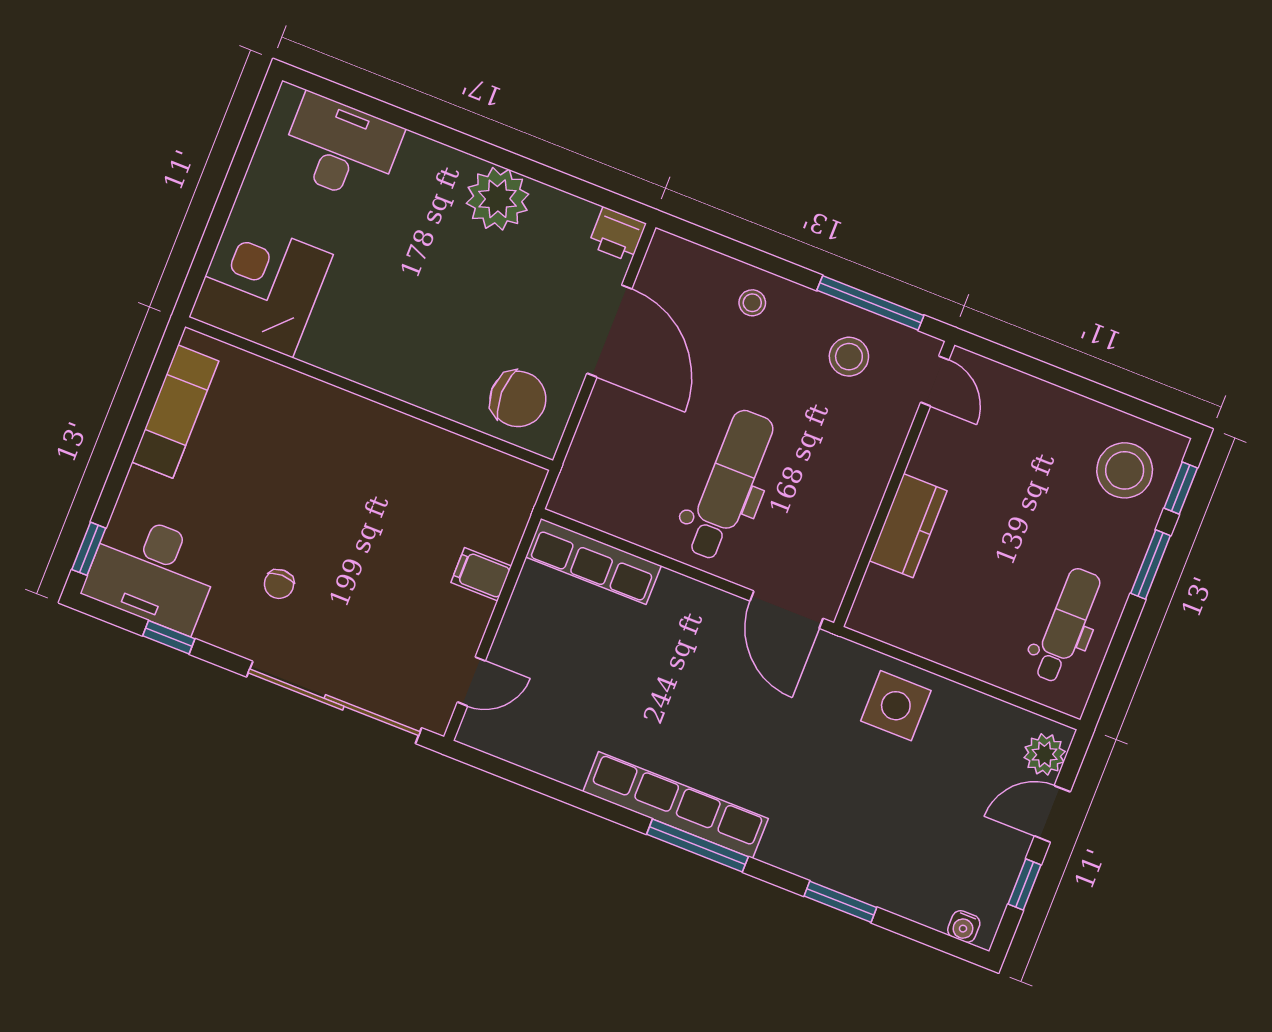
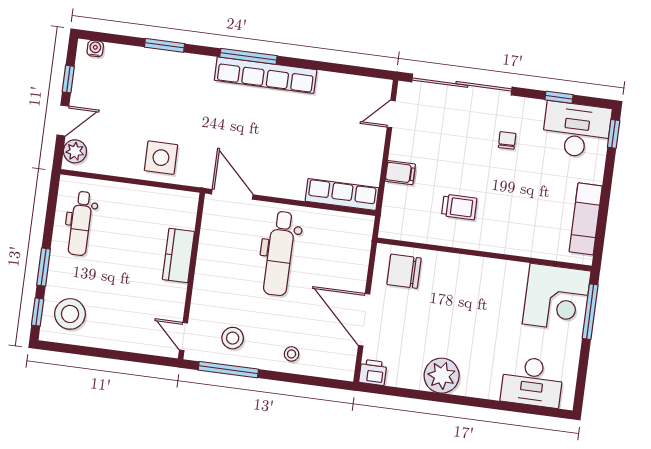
window: (208, 246) -> (590, 312), added
trolley: (393, 488) -> (459, 207), added

